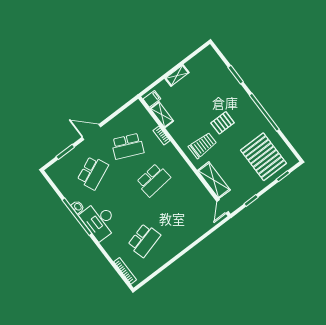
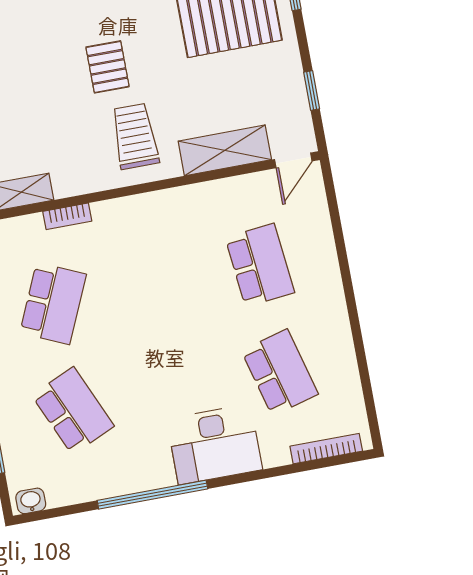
school desk: (153, 180) -> (260, 265), moved
washbasin: (78, 207) -> (31, 501), moved
door: (223, 207) -> (293, 160), hinge flipped
desk: (99, 221) -> (214, 444), moved

